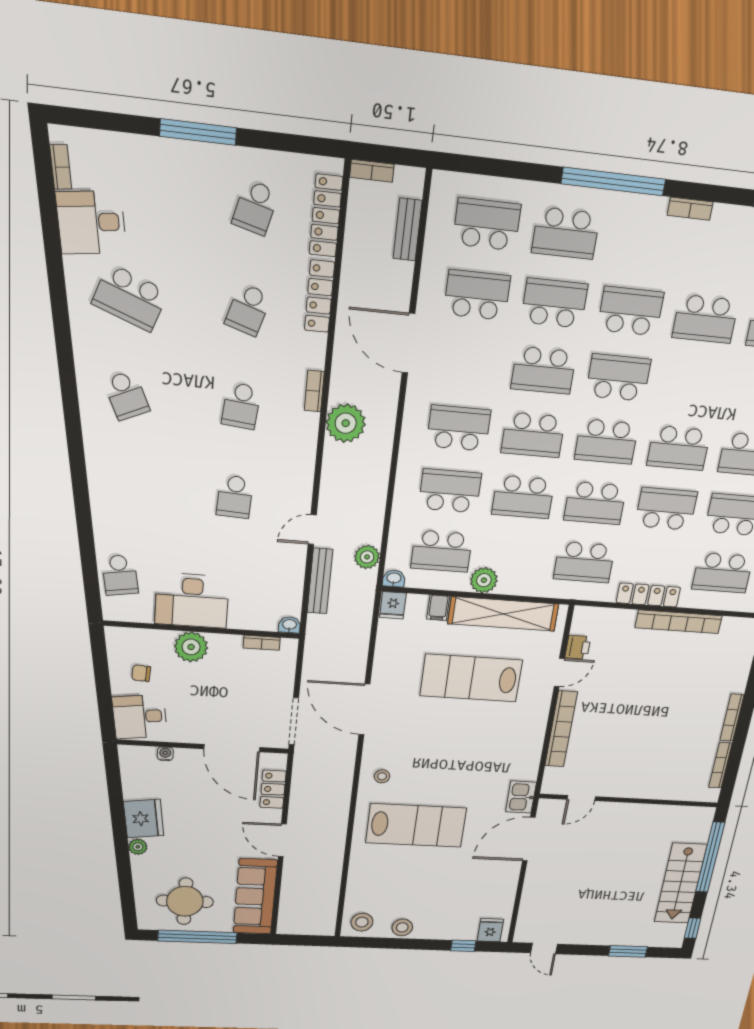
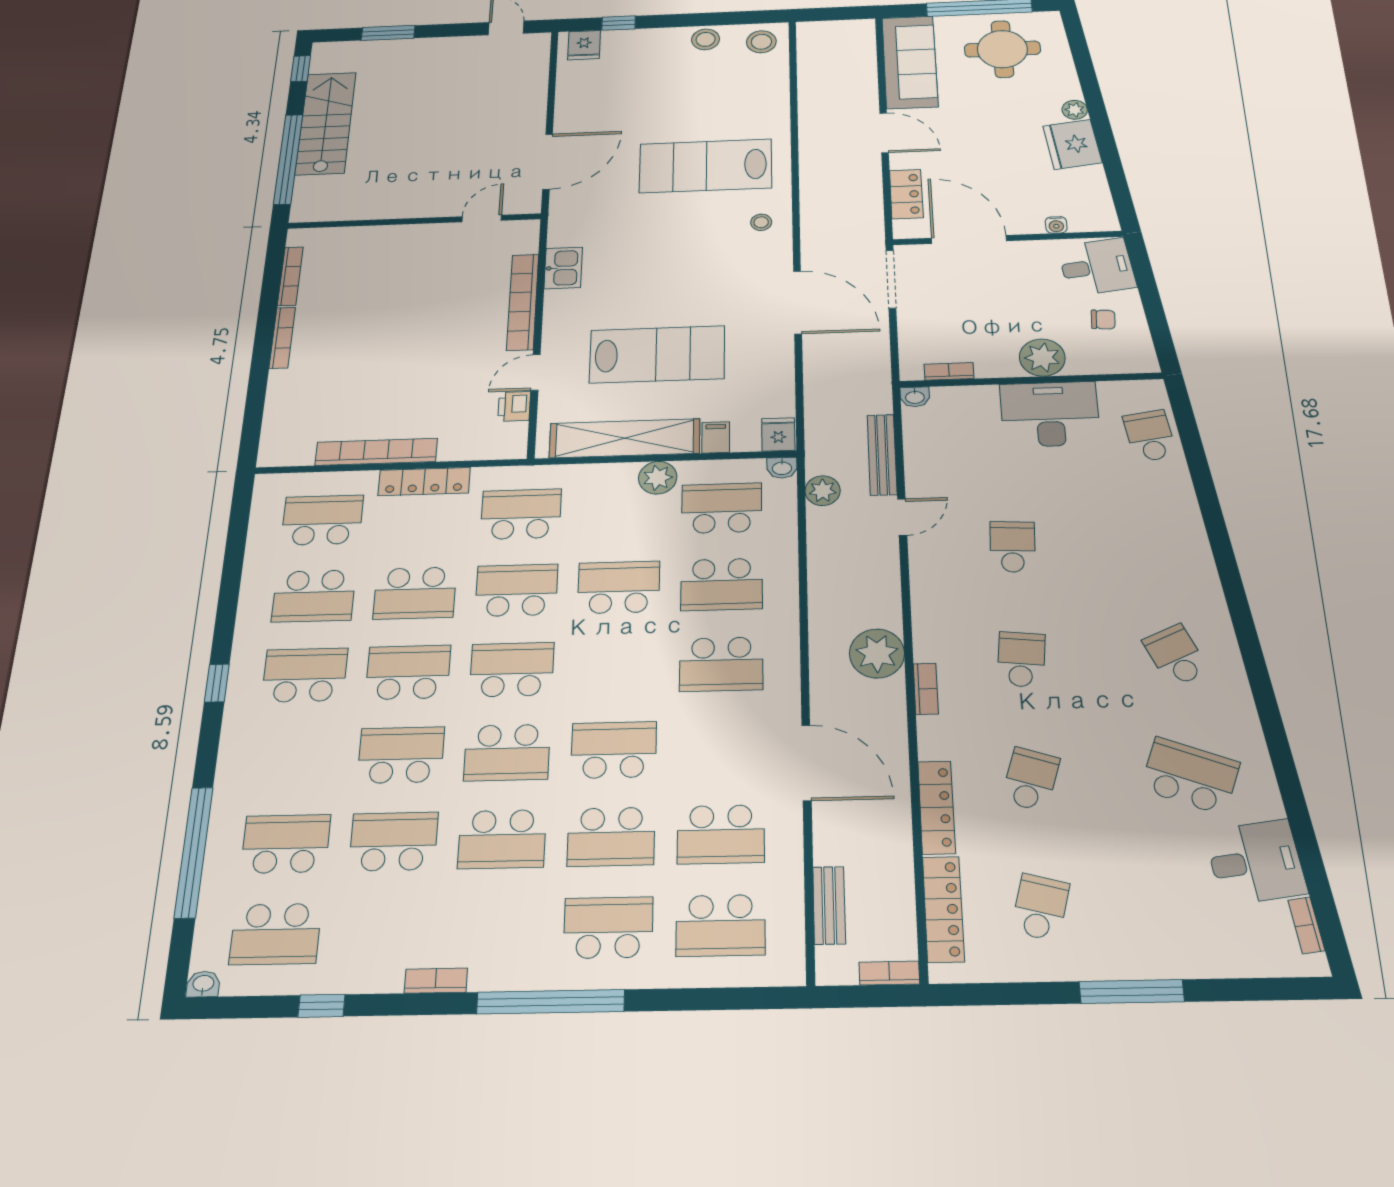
school desk: (533, 435) -> (401, 755), moved
kitchen sink: (521, 797) -> (563, 268), moved

